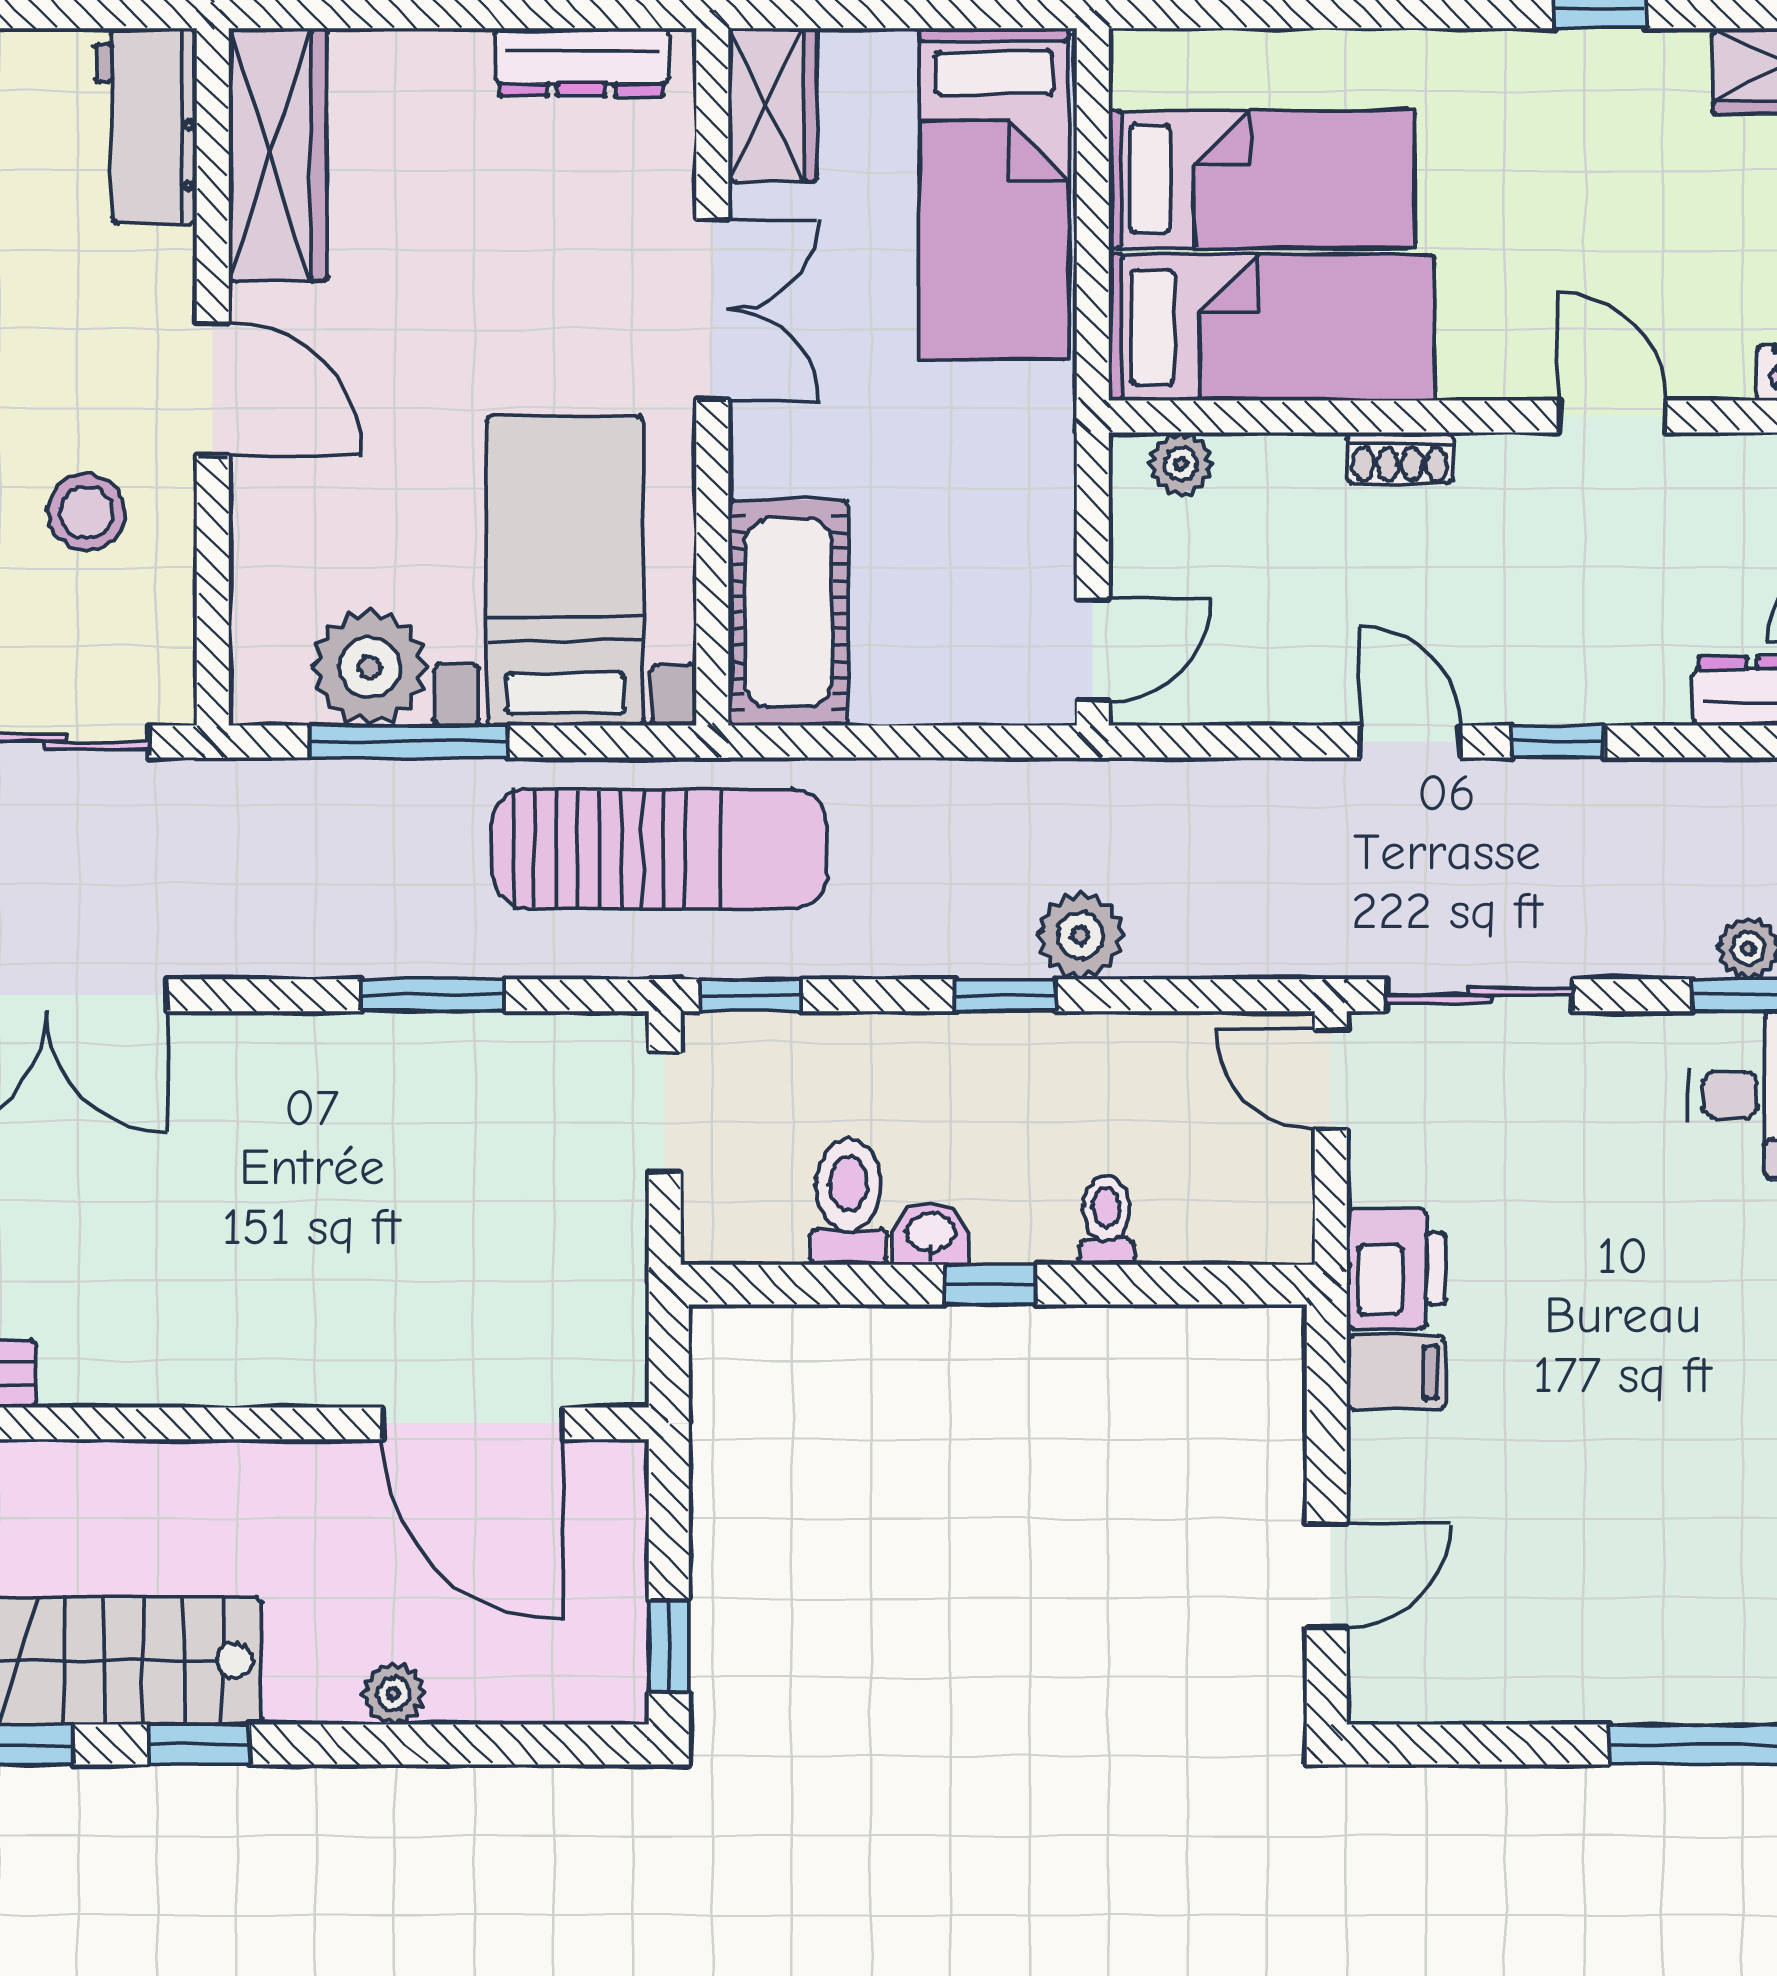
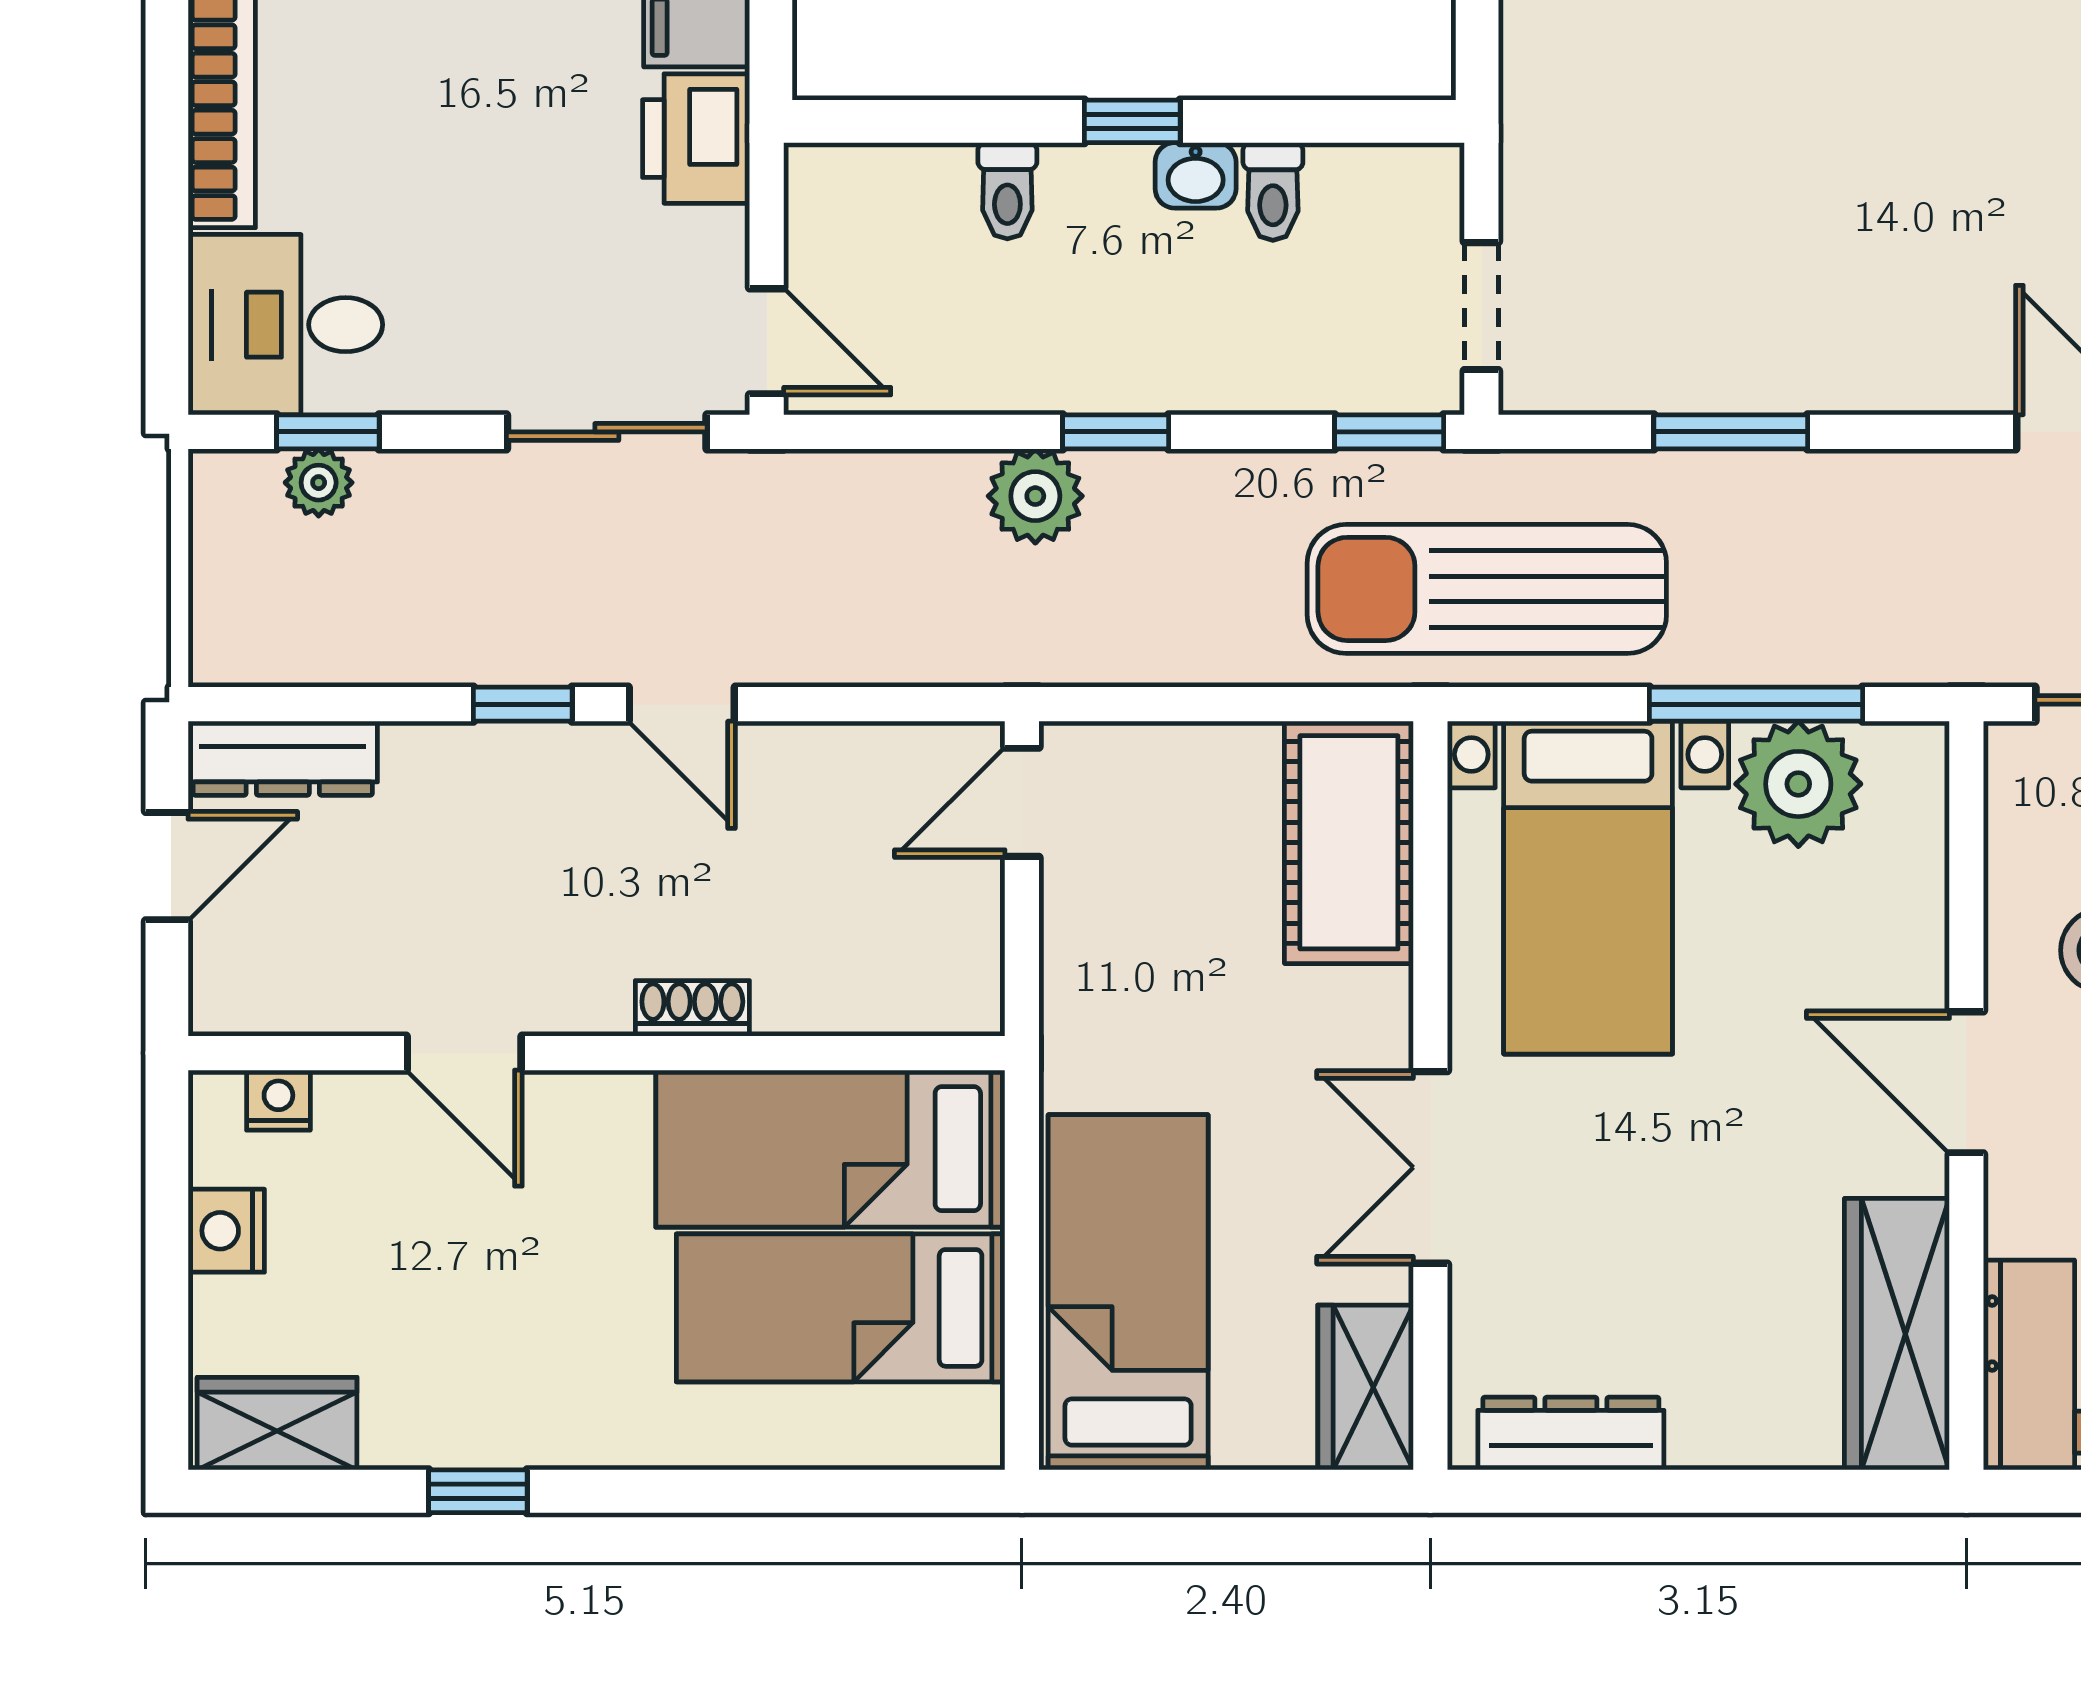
plant: (1181, 464) -> (928, 1002), removed
toilet: (849, 1202) -> (1273, 191), width x0.73, depth x0.72

